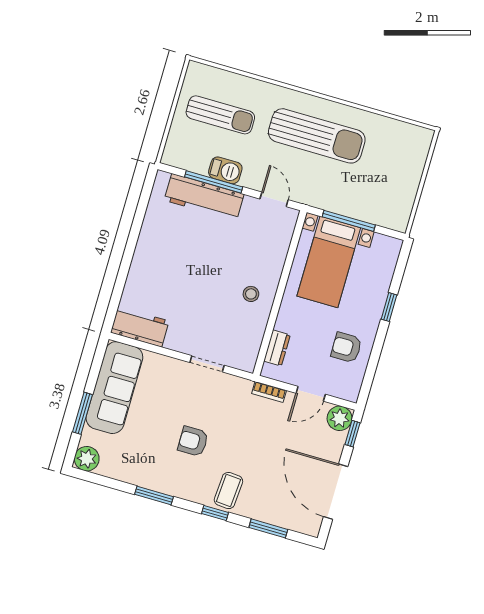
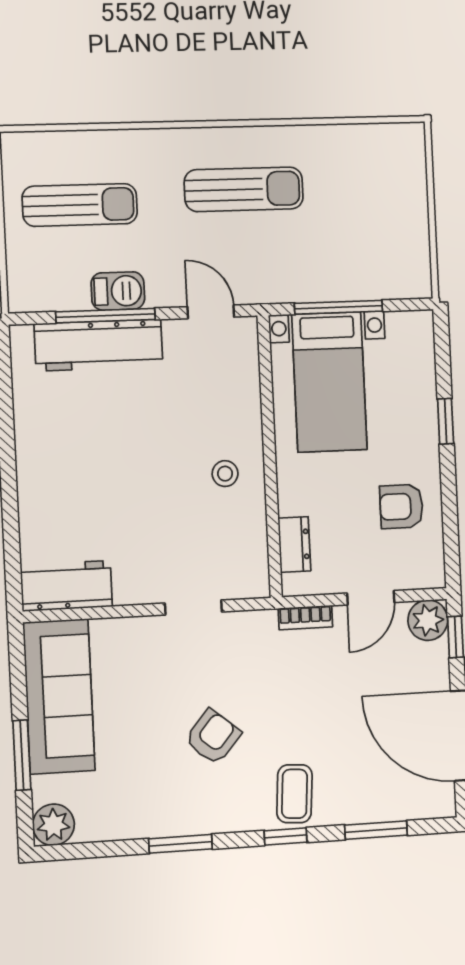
sun lounger: (317, 136) -> (244, 189), width x0.73, depth x0.75
armchair: (193, 441) -> (213, 737), turned 130

